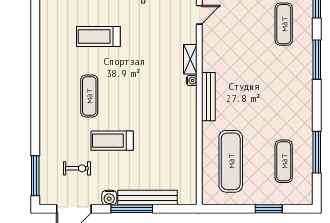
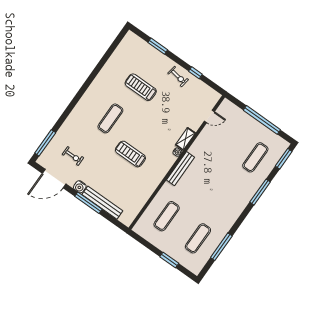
treadmill: (112, 141) -> (130, 154), moved
exercise mat: (231, 161) -> (167, 216), width x0.73, depth x0.69

